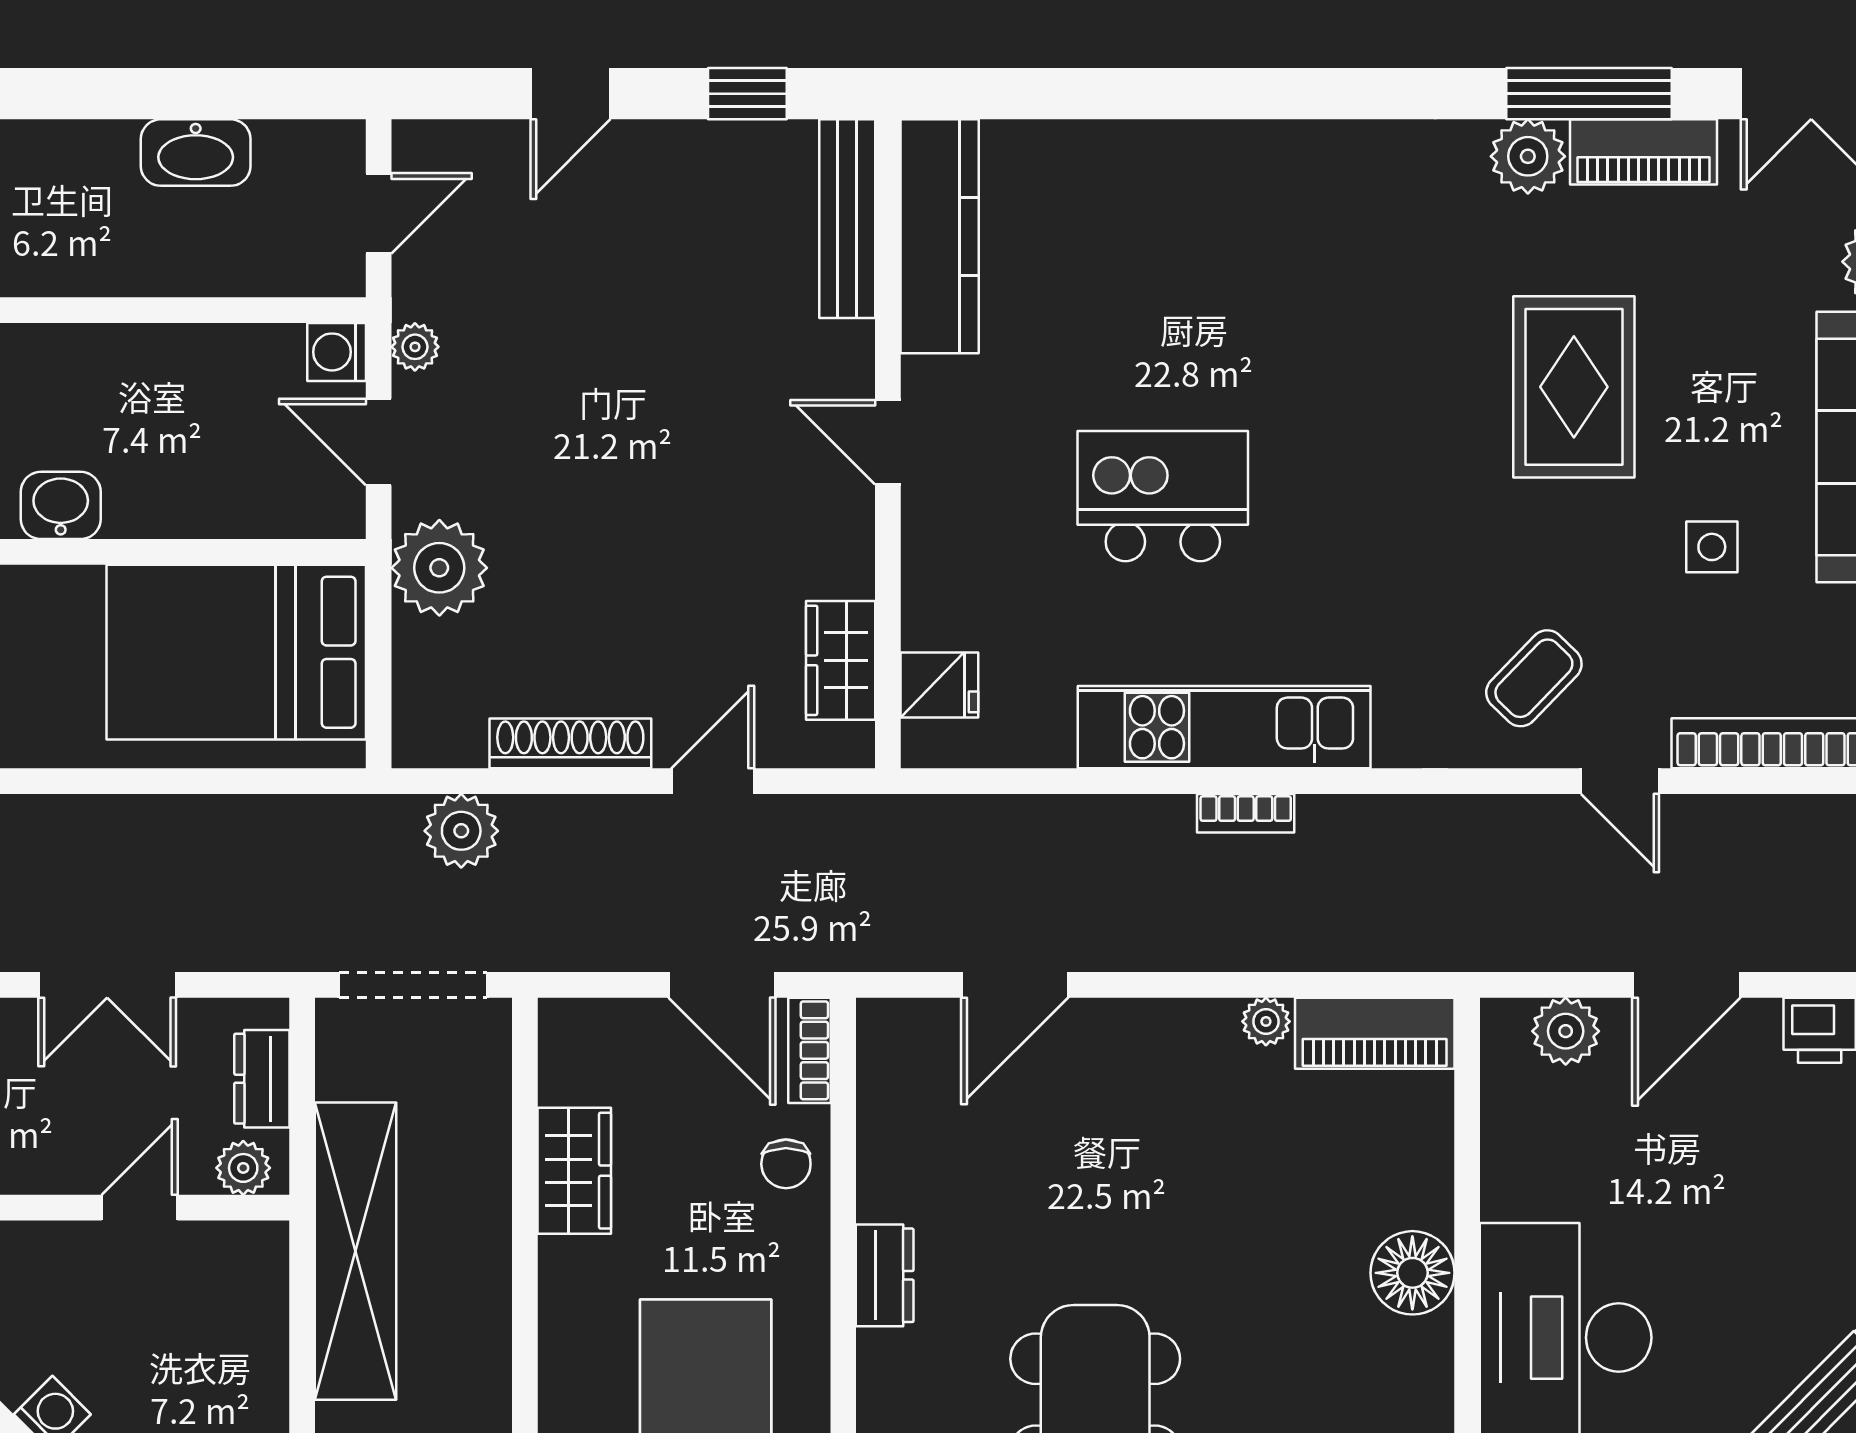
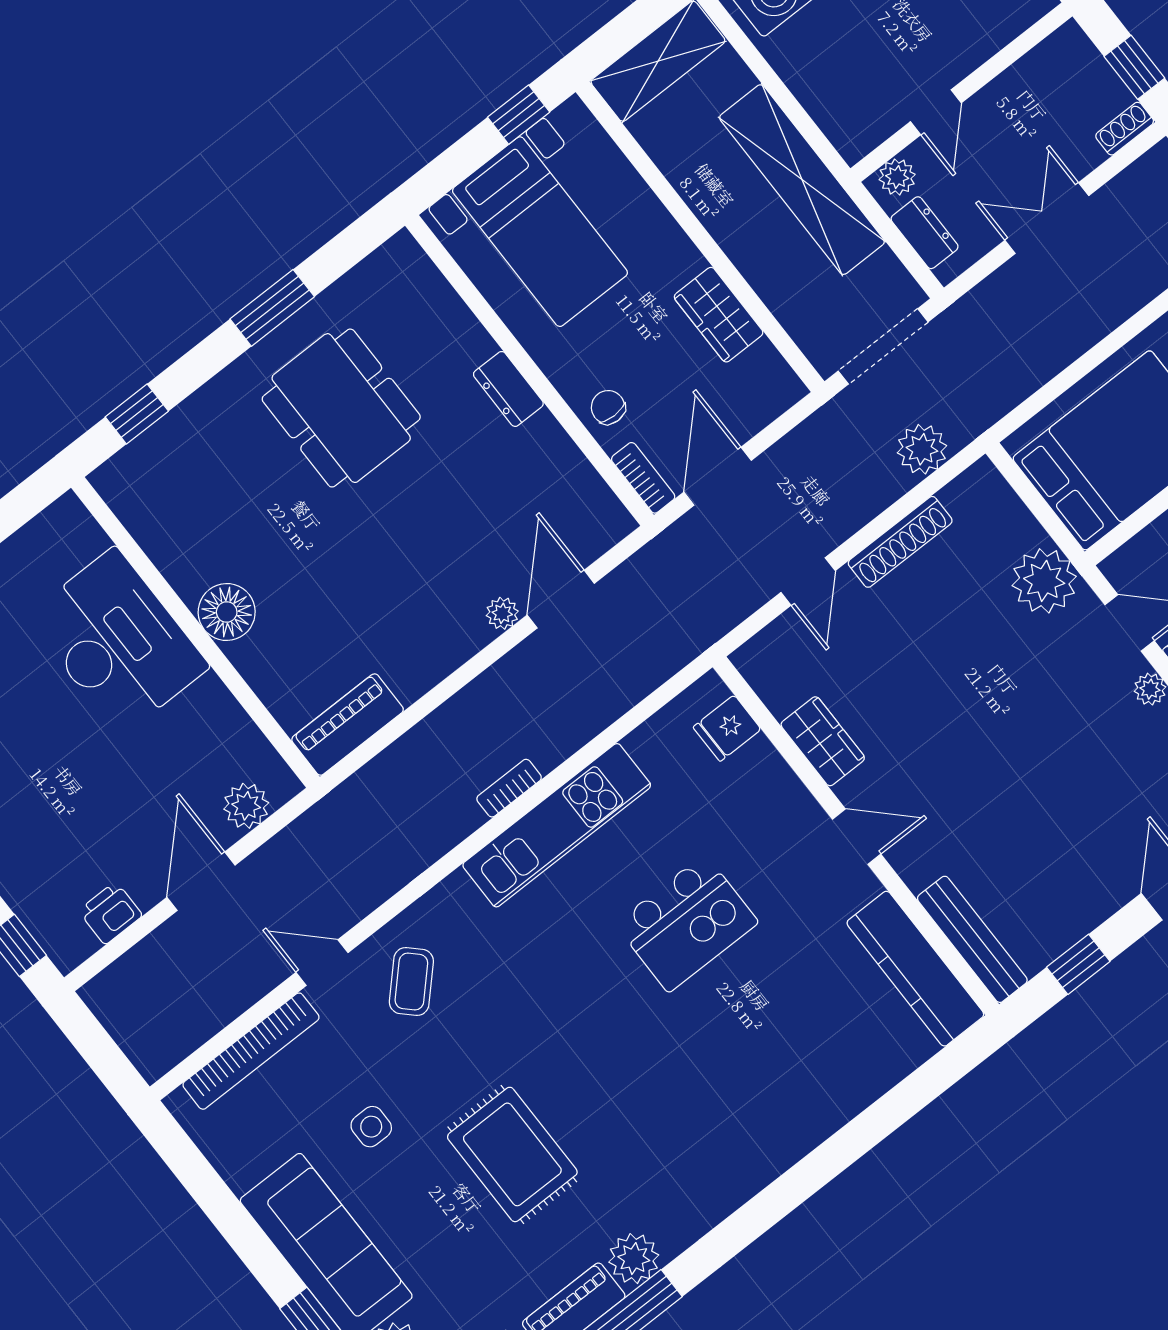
wardrobe: (841, 660) -> (823, 741), moved
door: (722, 985) -> (718, 476), hinge flipped
plant: (1266, 1021) -> (502, 613), moved

